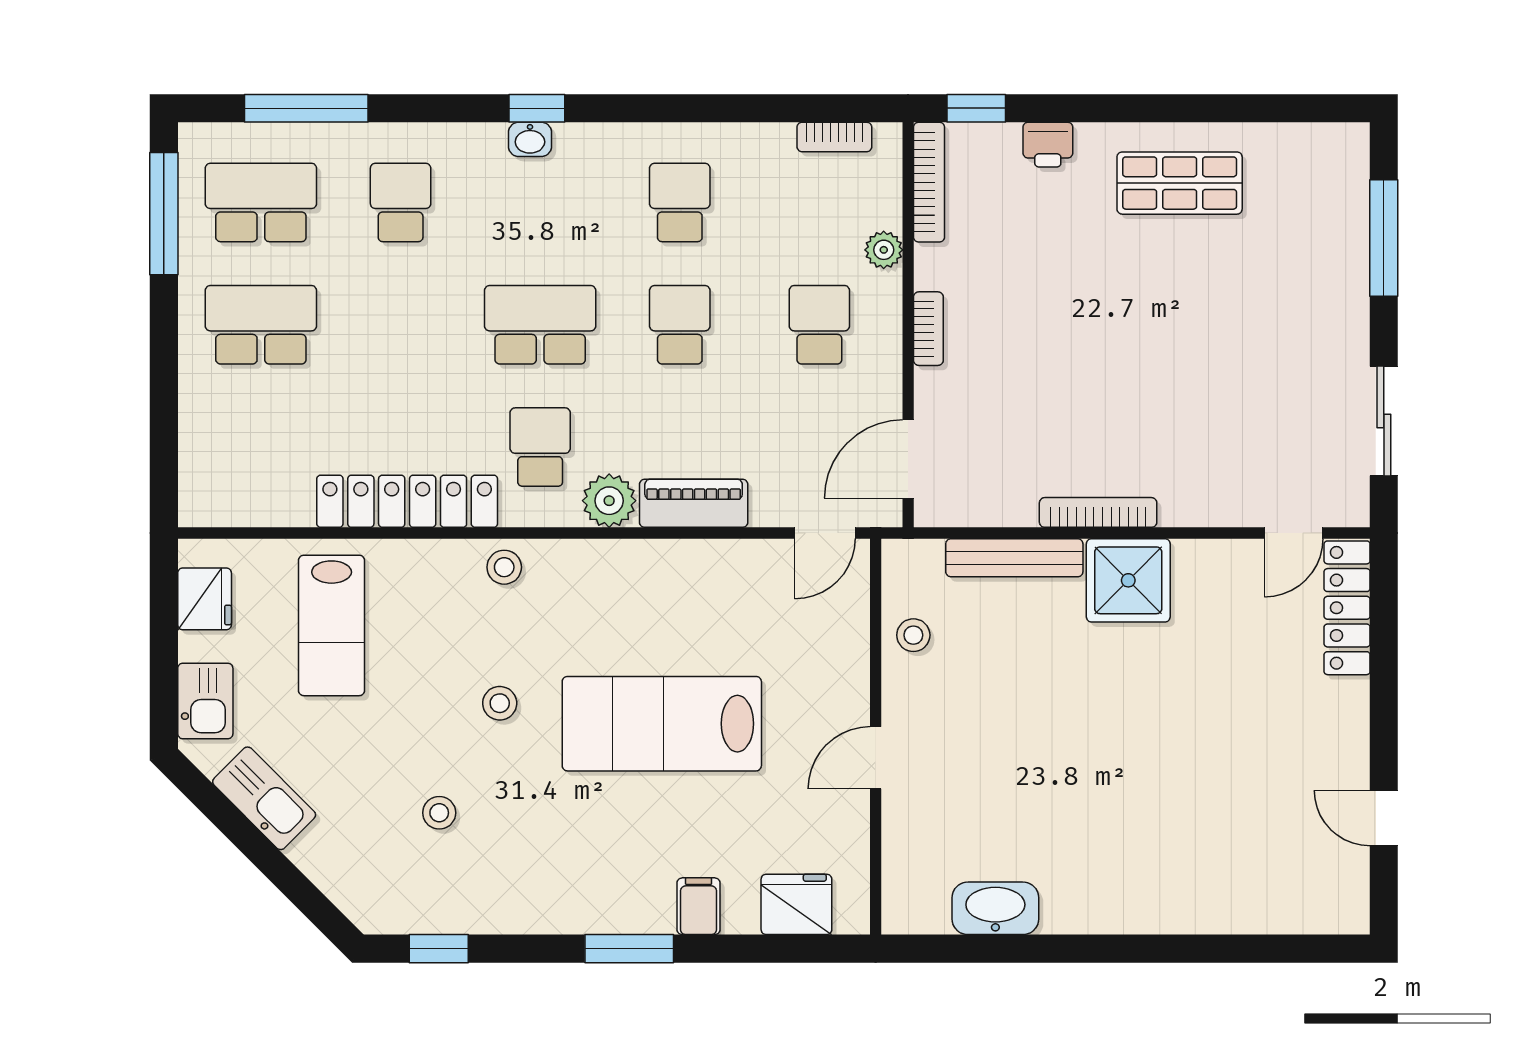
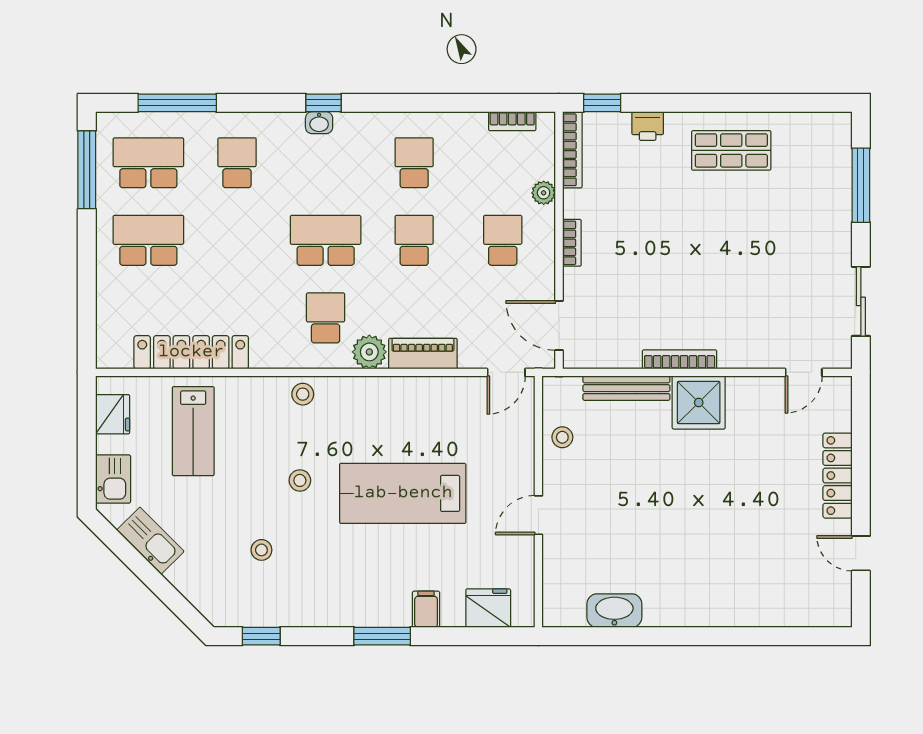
door: (908, 459) -> (559, 326), hinge flipped
locker: (407, 501) -> (191, 352), moved
locker: (1347, 608) -> (838, 476), moved

